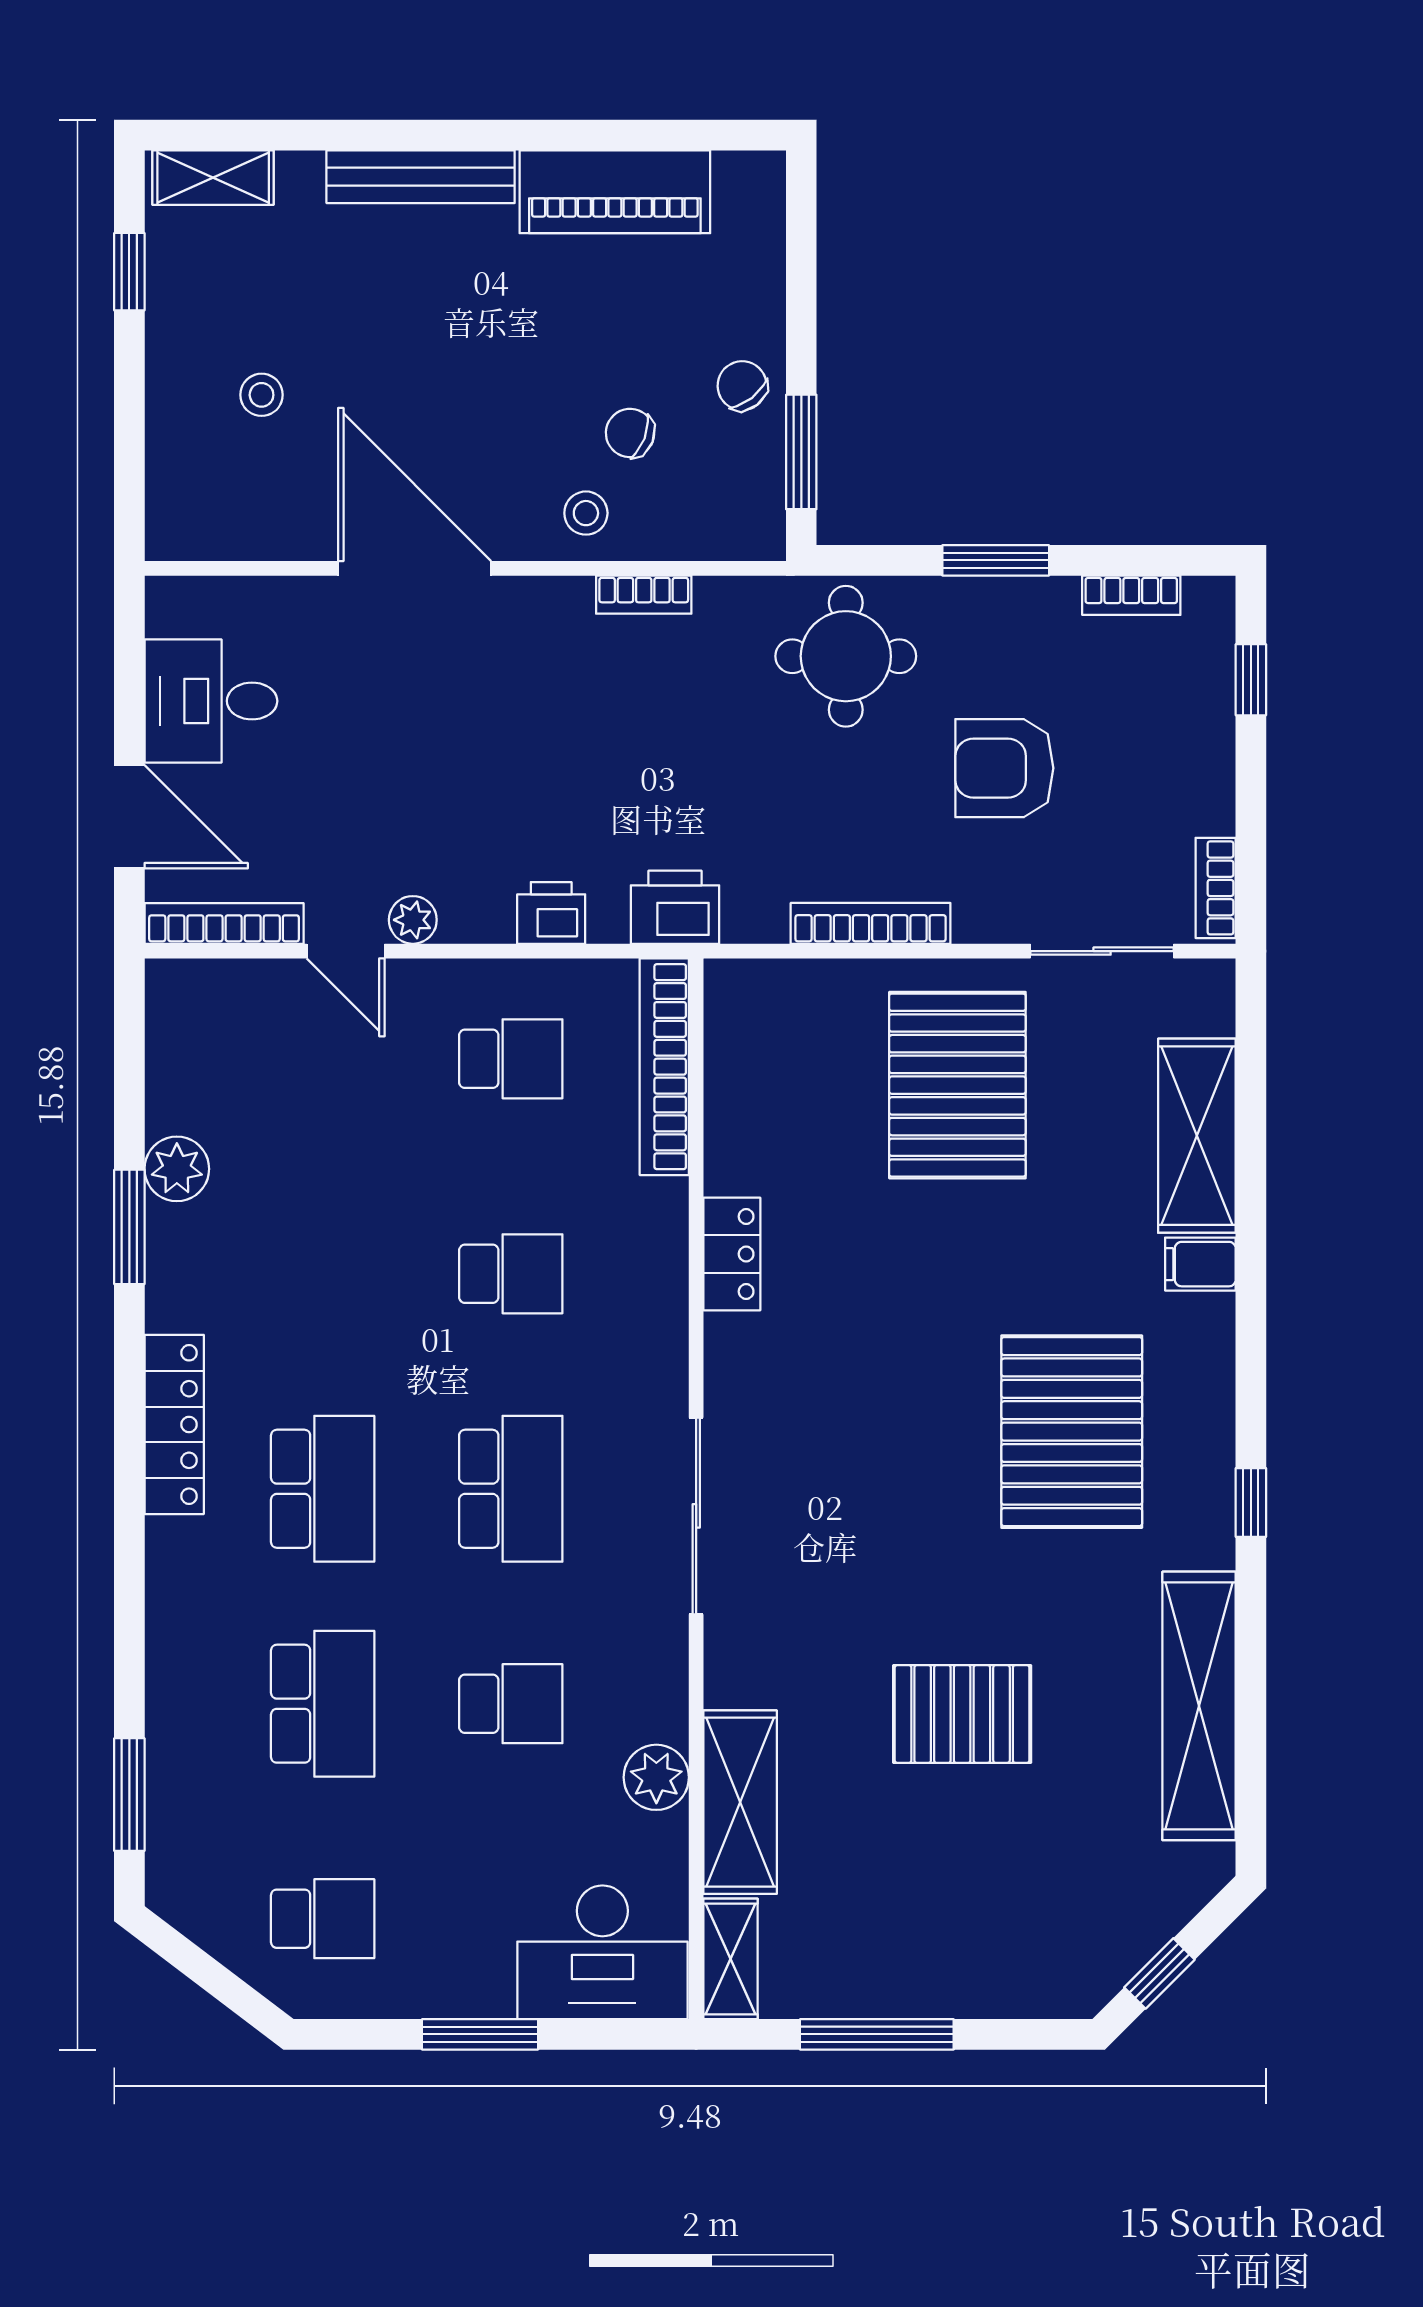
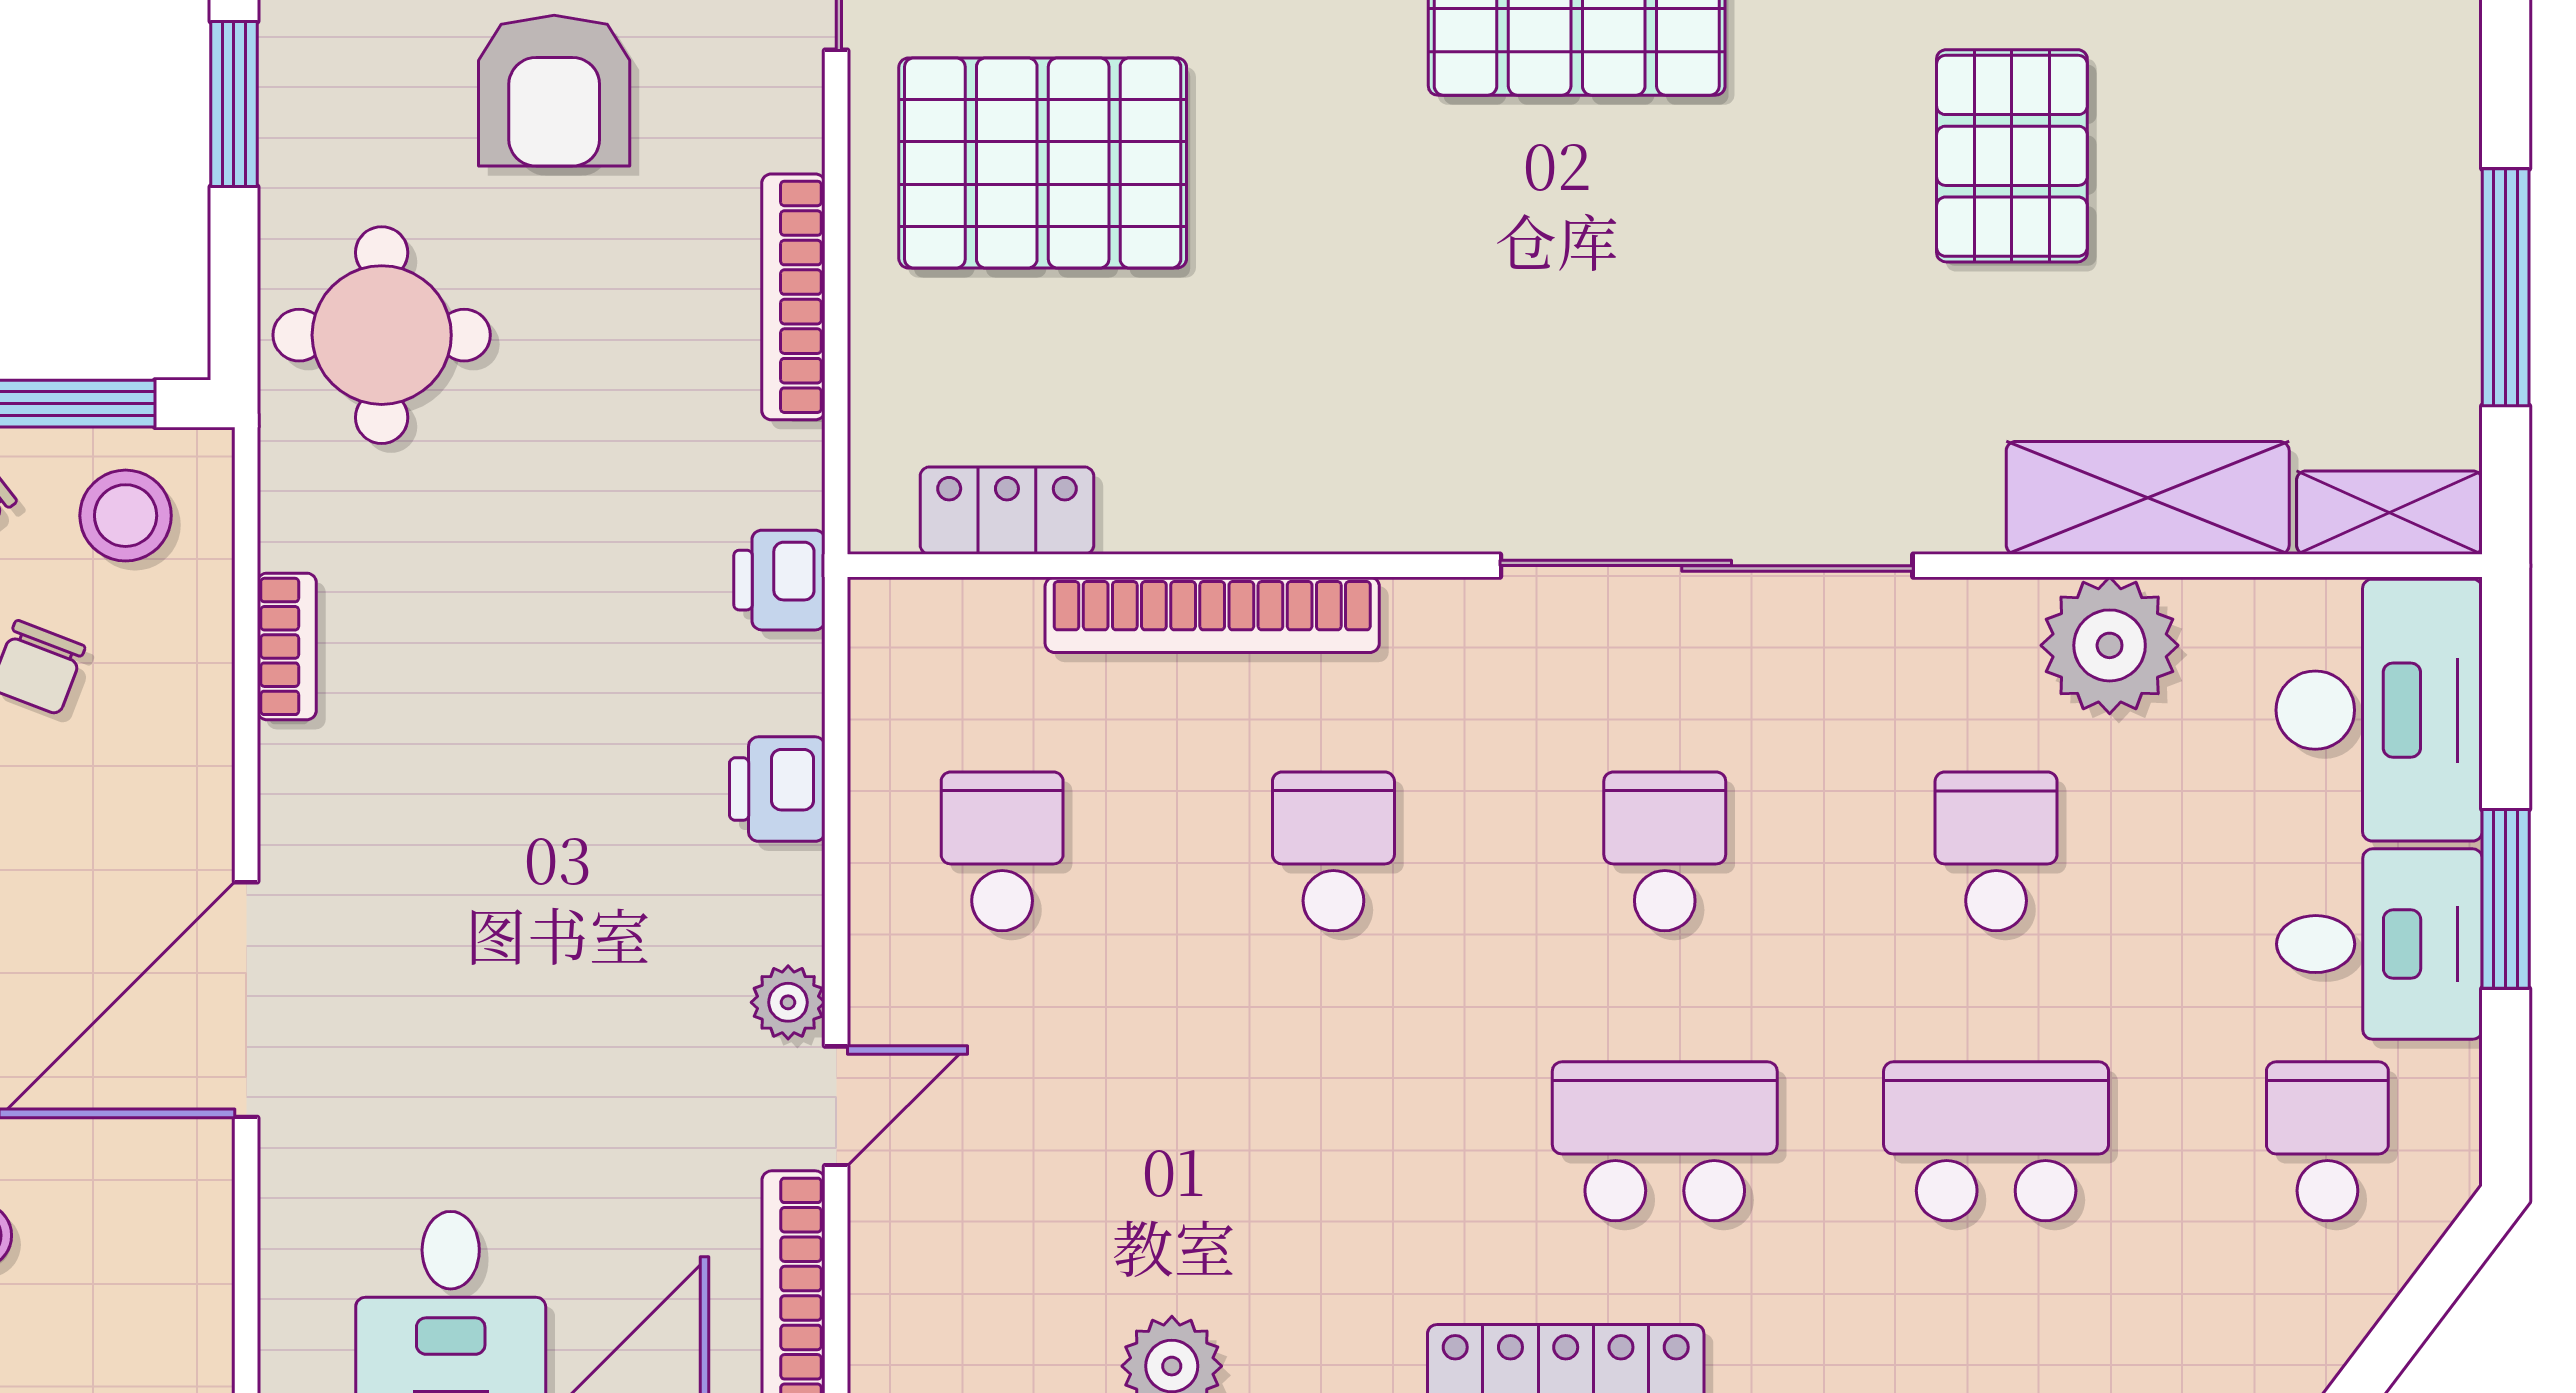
stool: (586, 513) -> (126, 516), moved, width x1.37, depth x1.37
printer: (675, 907) -> (779, 580), width x0.73, depth x0.81
bookcase: (664, 1067) -> (1212, 615), moved
locker: (732, 1254) -> (1007, 511), moved
school desk: (511, 1489) -> (1665, 851), width x0.54
sliding door: (696, 1516) -> (1707, 566), width x1.36
plant: (656, 1777) -> (2110, 645), width x1.36, depth x1.36
desk: (451, 1952) -> (2379, 944), added

